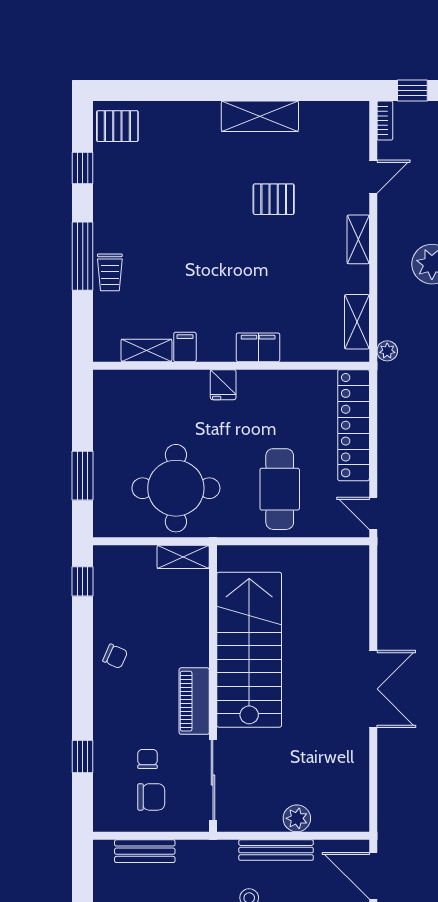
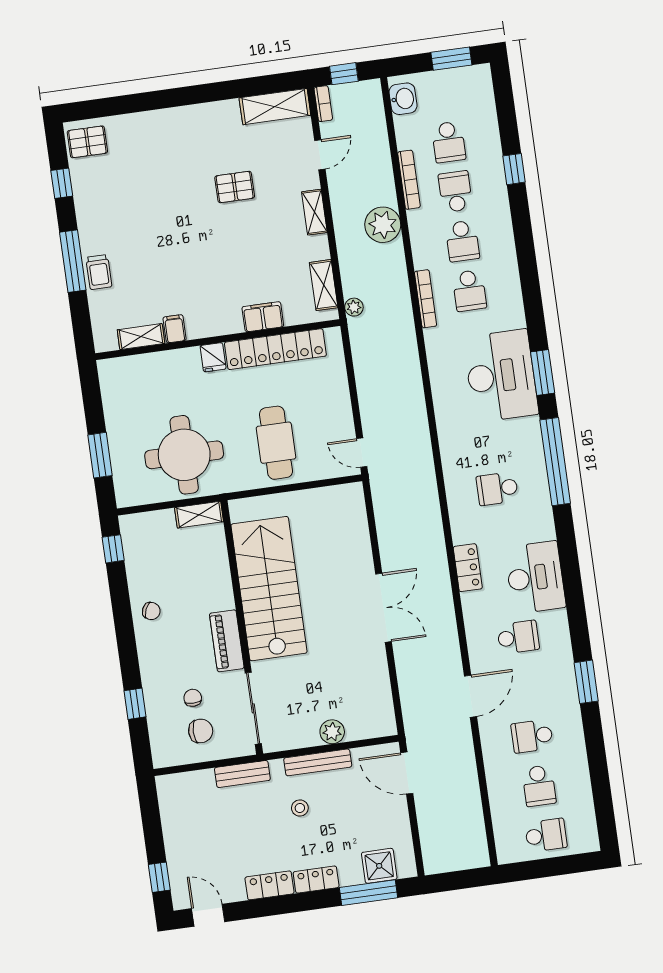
shelving: (260, 116) -> (275, 107), moved
filing cabinet: (258, 347) -> (263, 317), moved
locker: (354, 425) -> (275, 349), moved, turned -90
bench: (145, 851) -> (242, 774), moved

